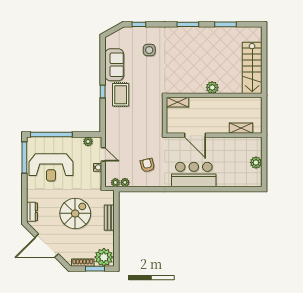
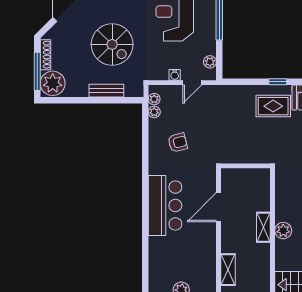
shelving: (177, 102) -> (263, 227), moved
window: (95, 269) -> (37, 71), width x1.44

